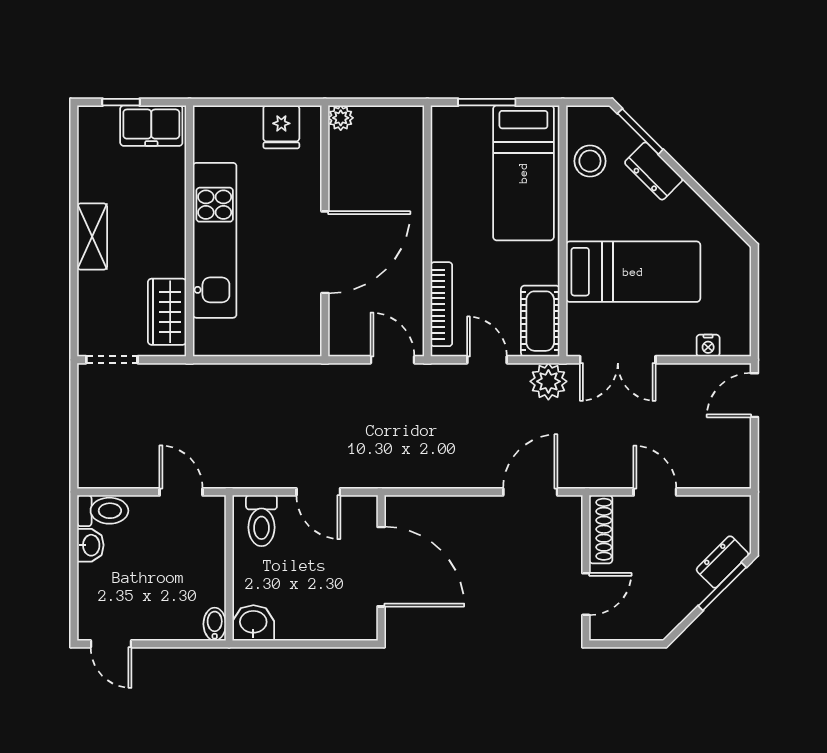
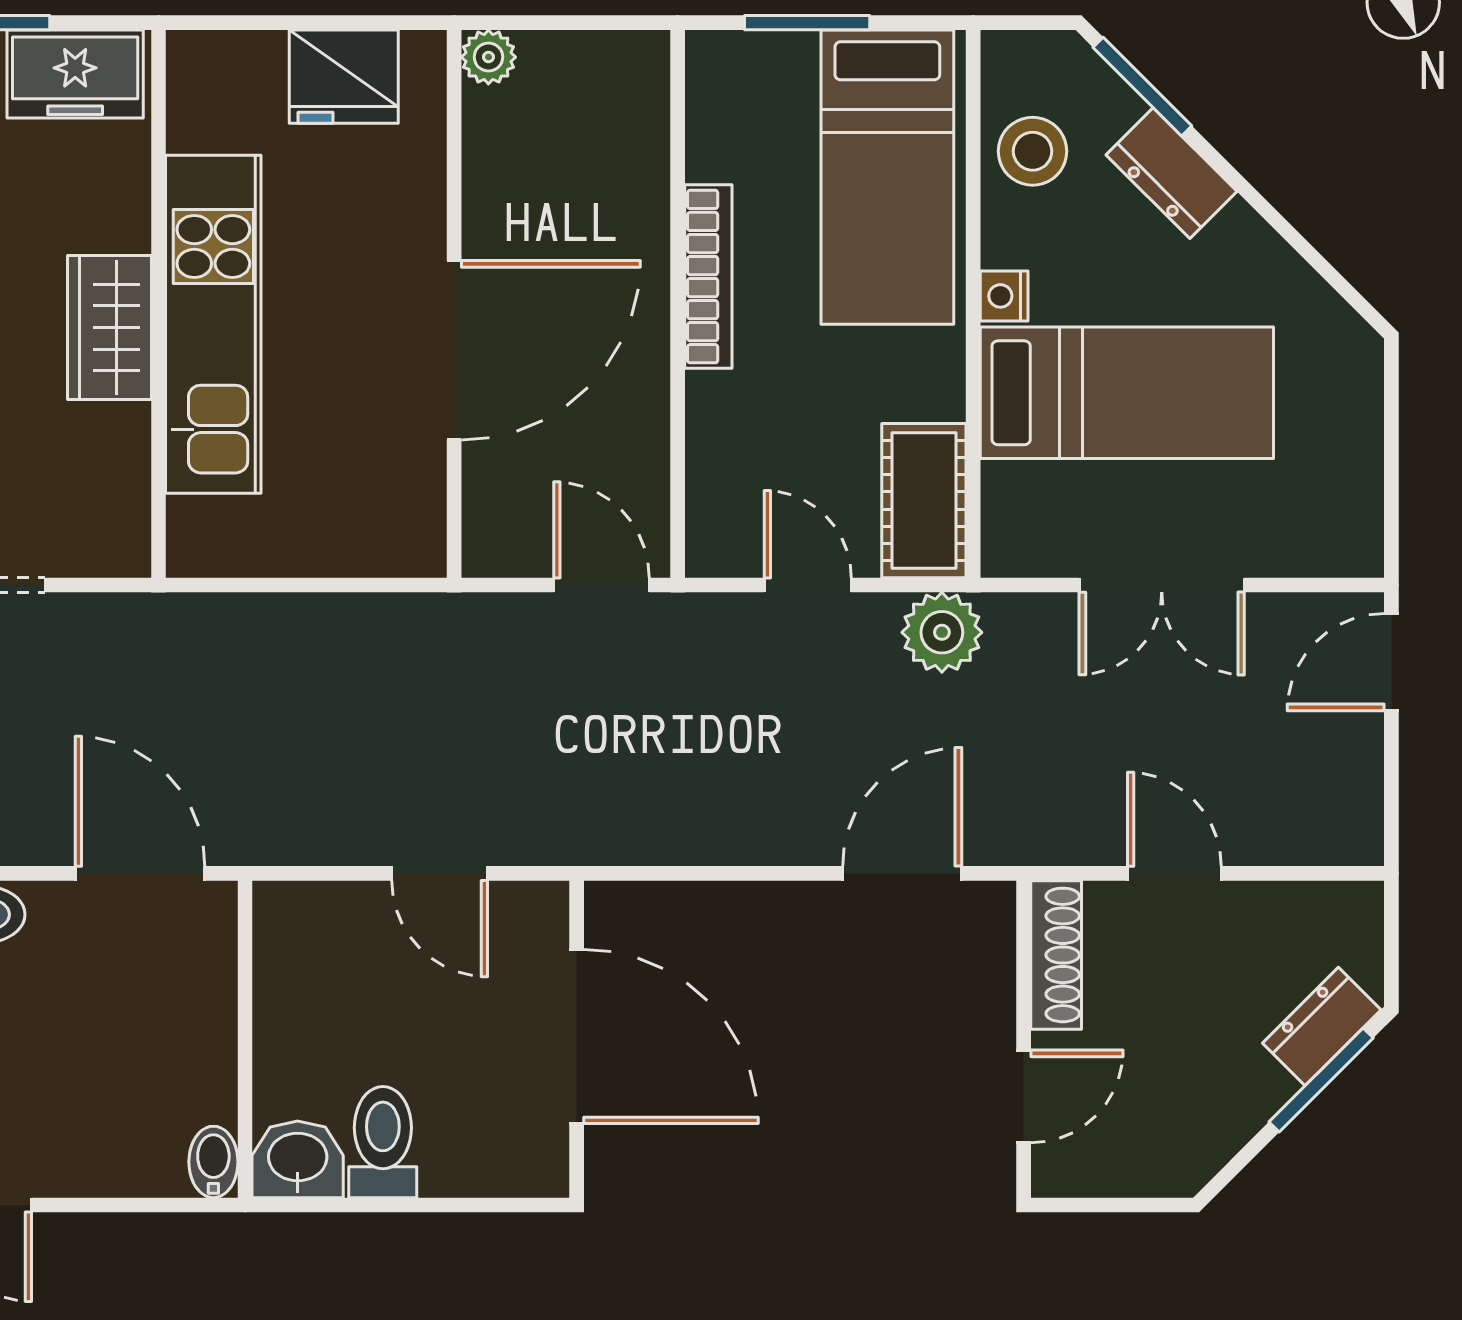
fridge: (281, 127) -> (344, 77), width x1.38
bookcase: (441, 304) -> (708, 277), moved
wardrobe: (167, 312) -> (109, 328), moved
nightstand: (708, 346) -> (1004, 296), moved, turned 90
double door: (618, 360) -> (1162, 585), moved
door: (181, 492) -> (140, 873), width x1.38
toilet: (261, 521) -> (383, 1142), moved, turned 180

